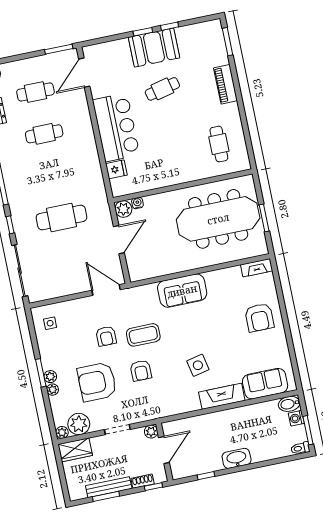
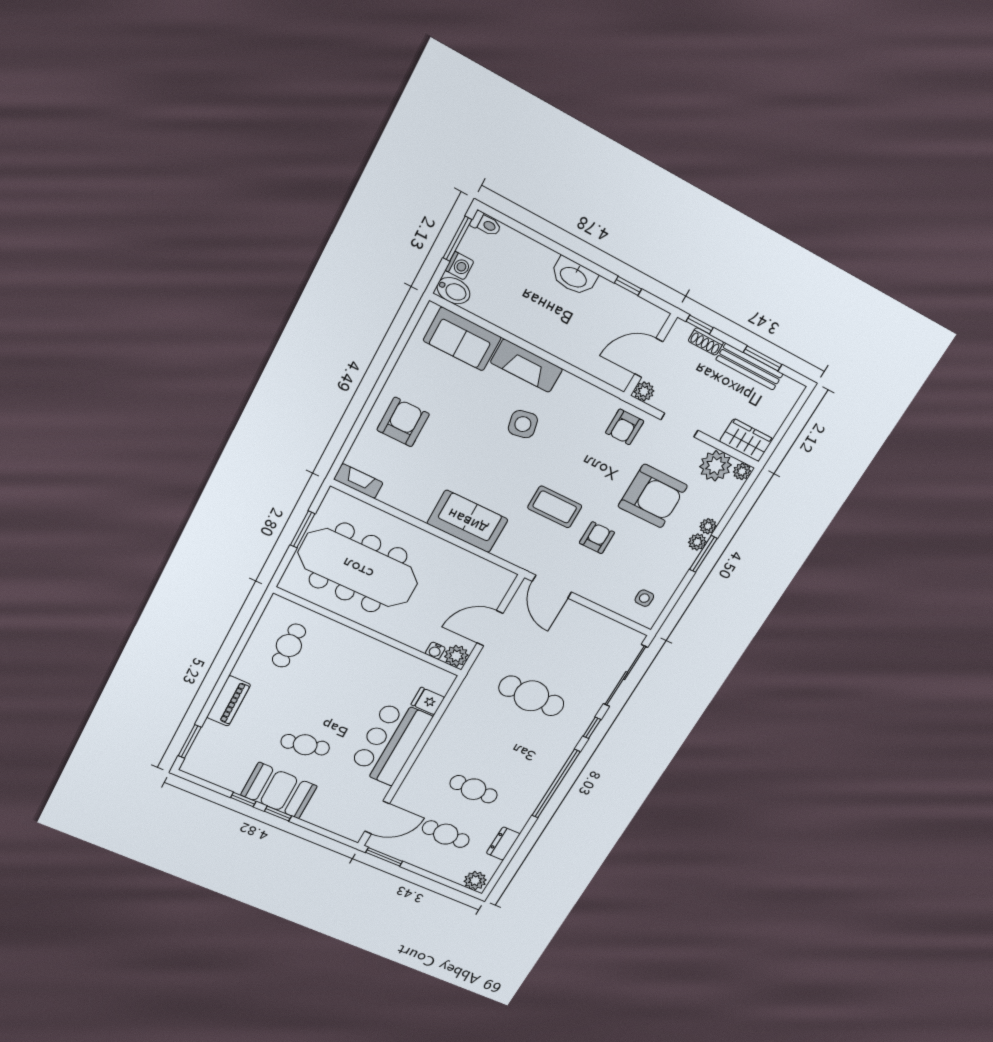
armchair: (141, 371) -> (625, 427), moved, turned 180

